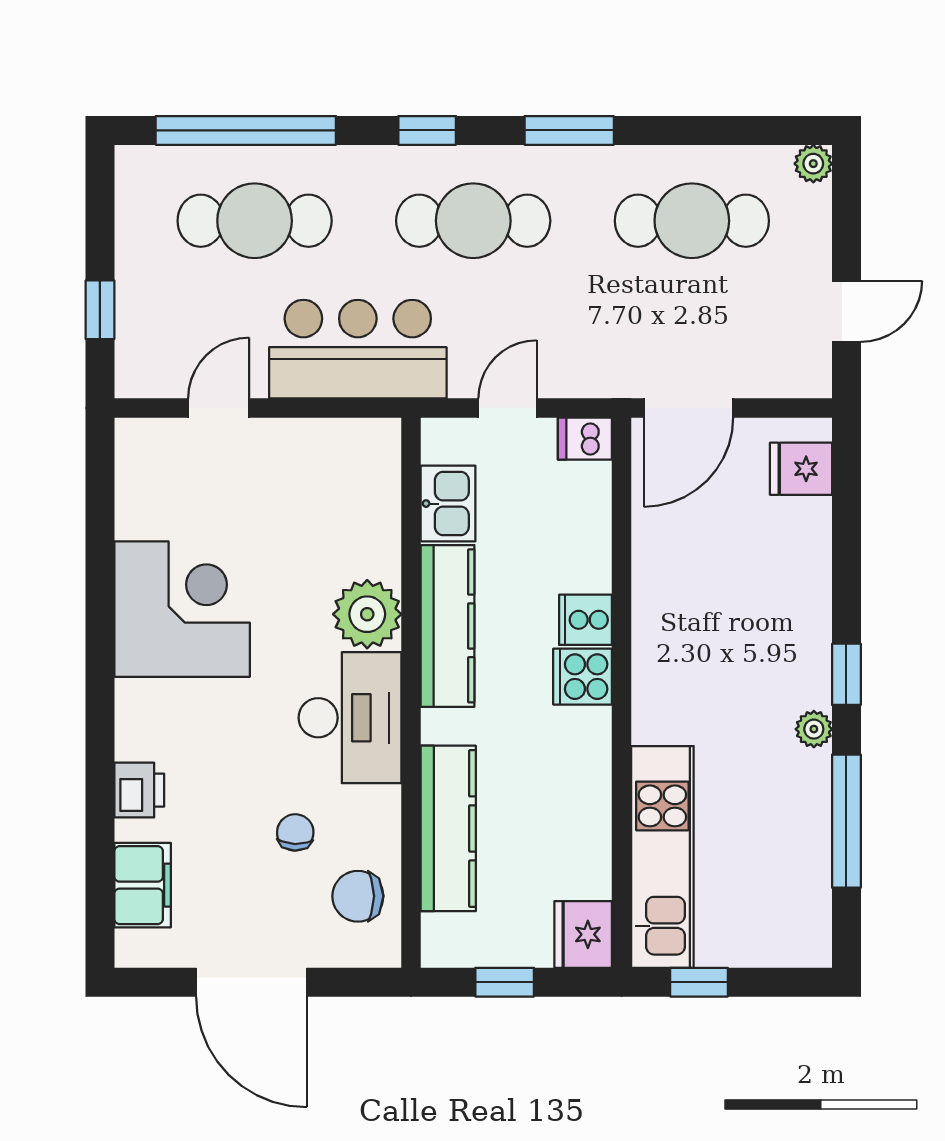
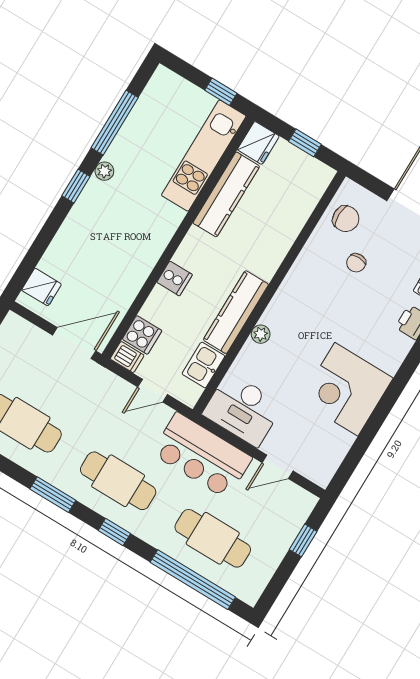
plant: (367, 614) -> (261, 334), width x0.53, depth x0.53
cooker: (583, 677) -> (142, 335), moved
desk: (350, 718) -> (243, 409), moved, turned -90
kitchen counter: (448, 828) -> (226, 194), moved, turned 180

